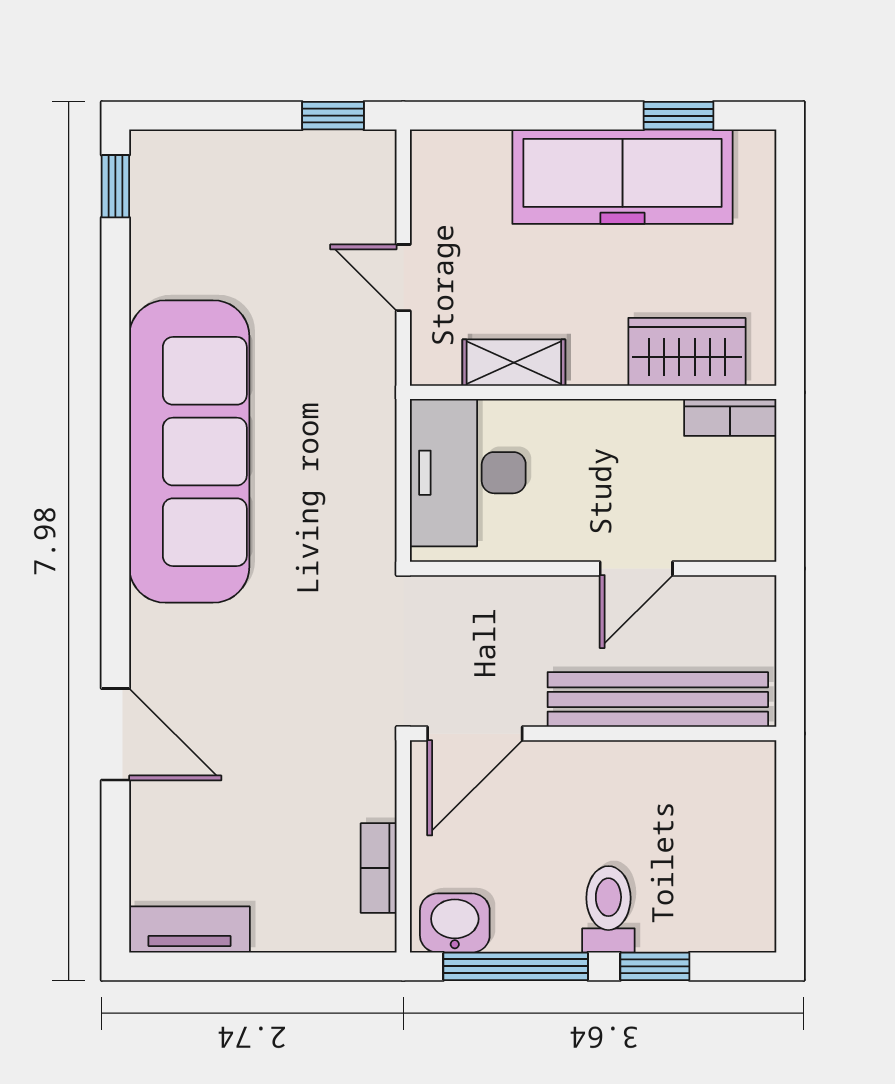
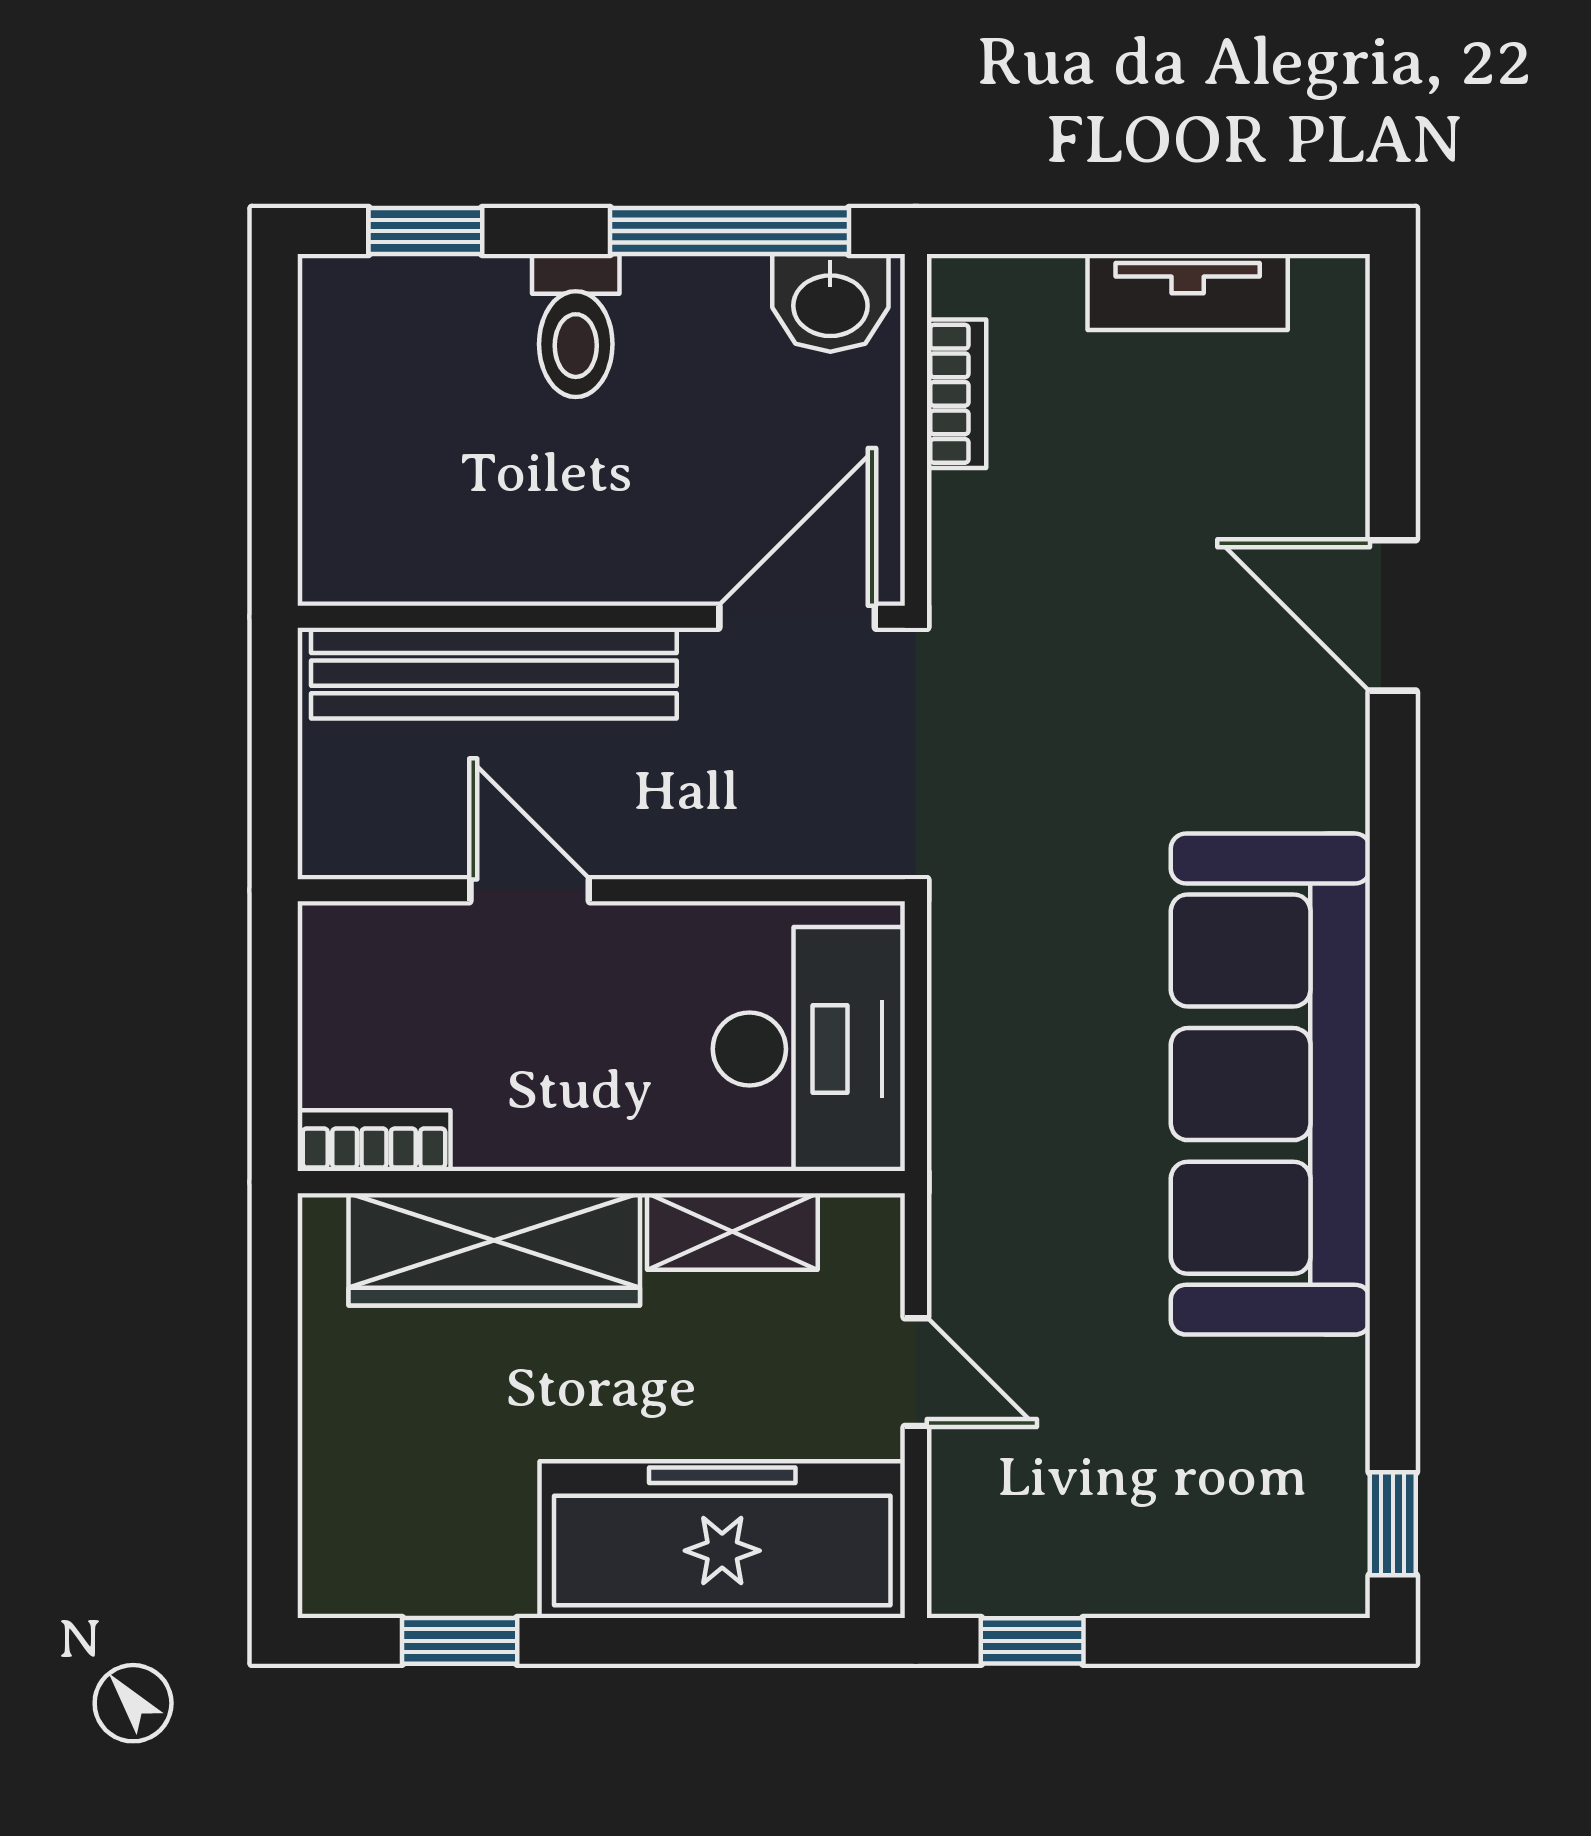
freezer: (623, 177) -> (722, 1540), moved
wardrobe: (687, 352) -> (494, 1249), width x1.50
door: (636, 568) -> (530, 890), hinge flipped
tv unit: (190, 930) -> (1188, 292), moved
window: (655, 966) -> (425, 231), moved

